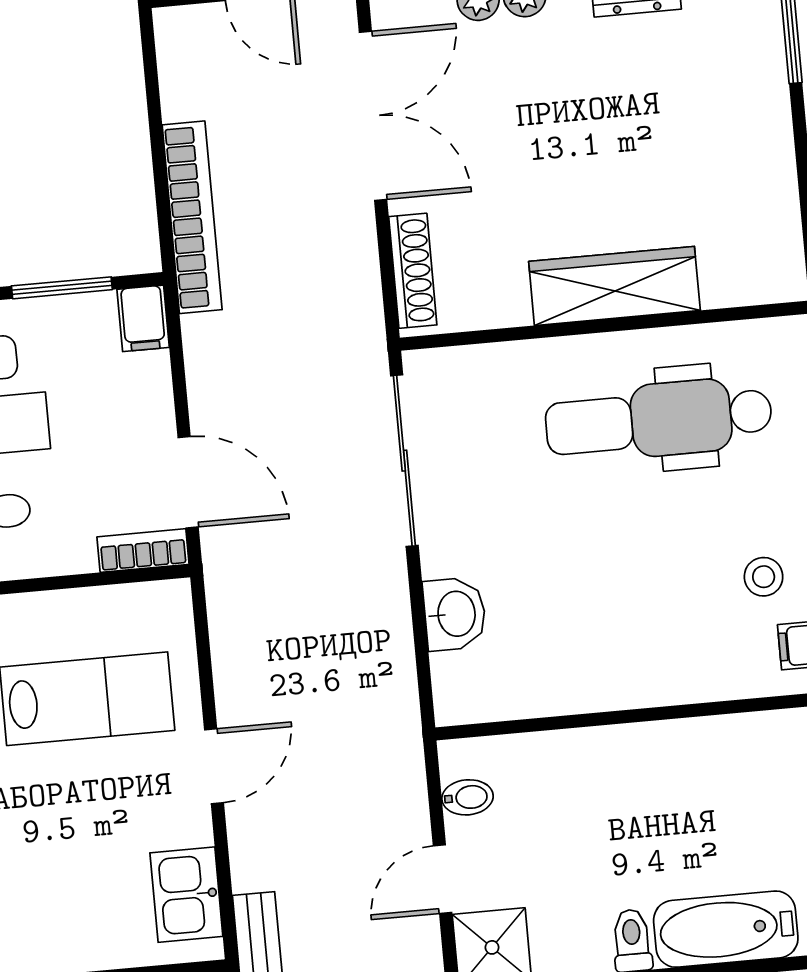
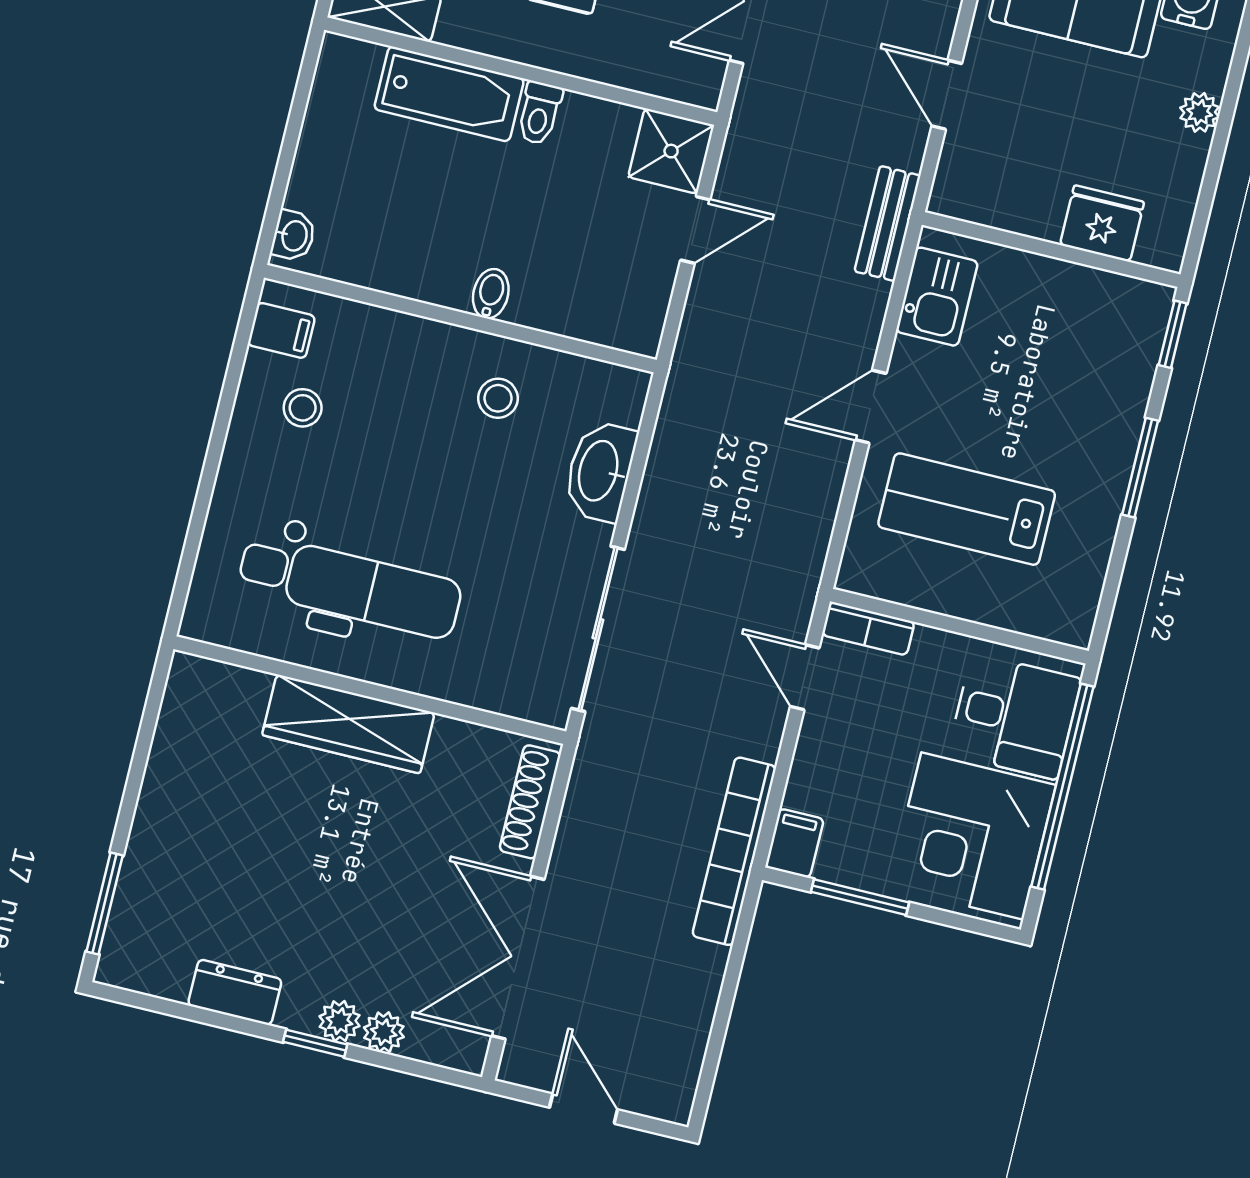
bookcase: (192, 217) -> (734, 851), moved
door: (188, 482) -> (805, 677), width x0.73
washbasin: (455, 614) -> (600, 471), width x1.38
stool: (578, 651) -> (498, 398), added
bidet: (467, 797) -> (491, 294), moved, turned 90

